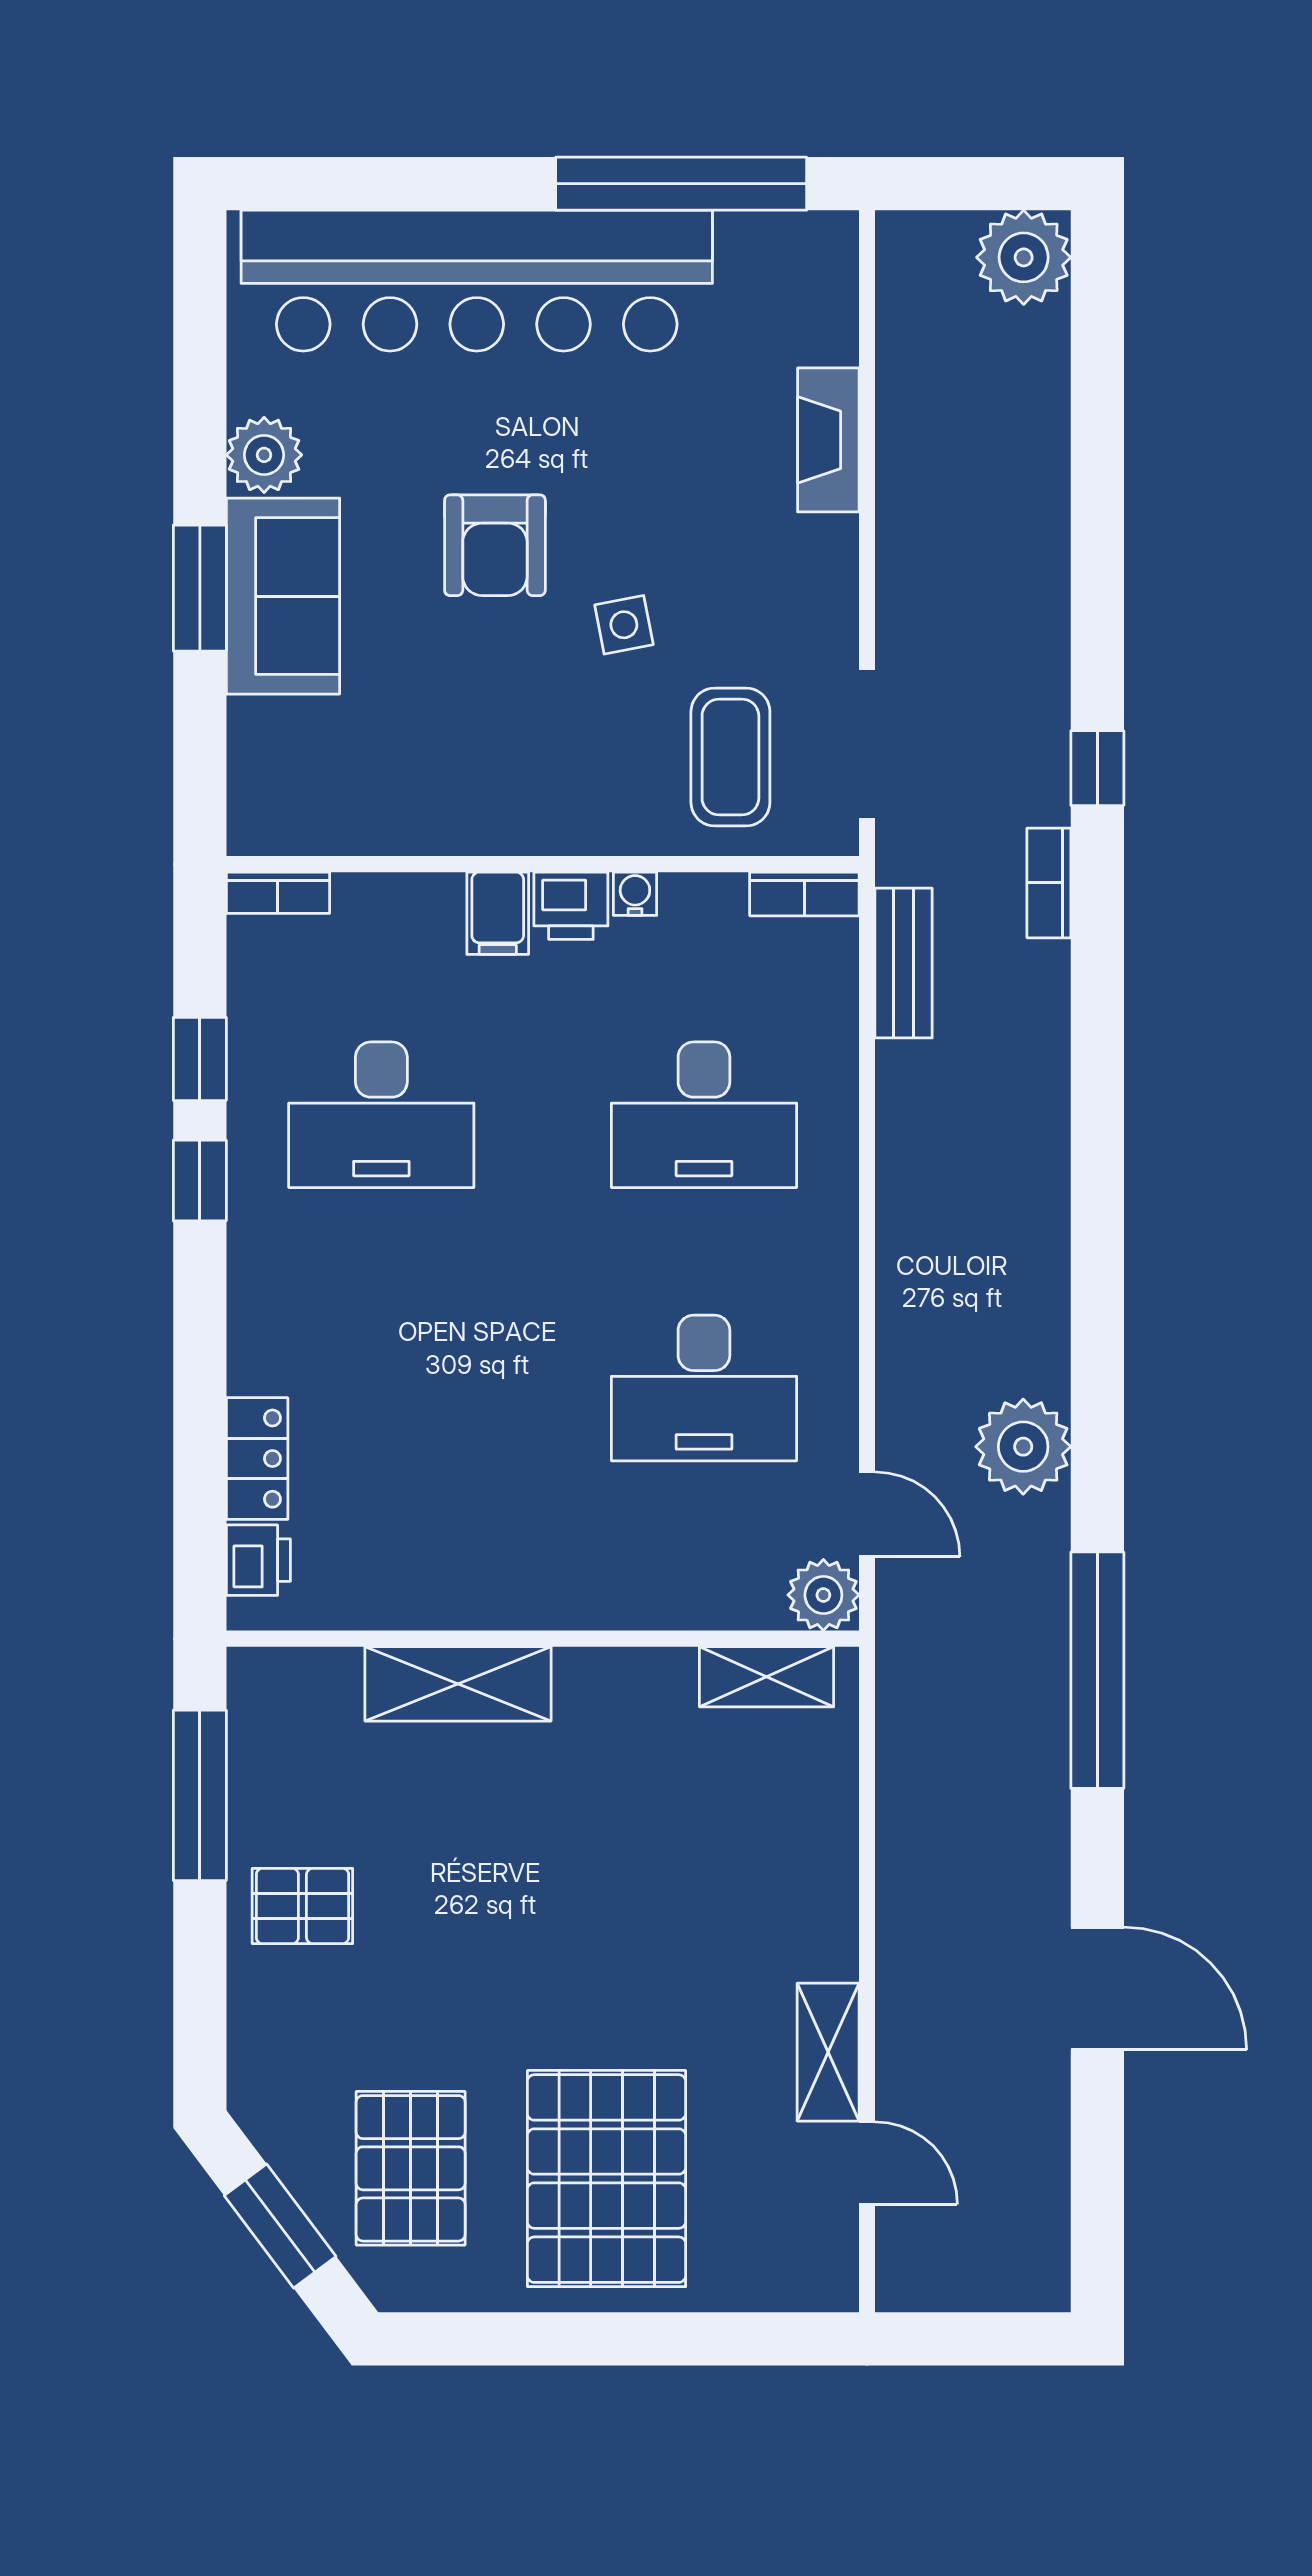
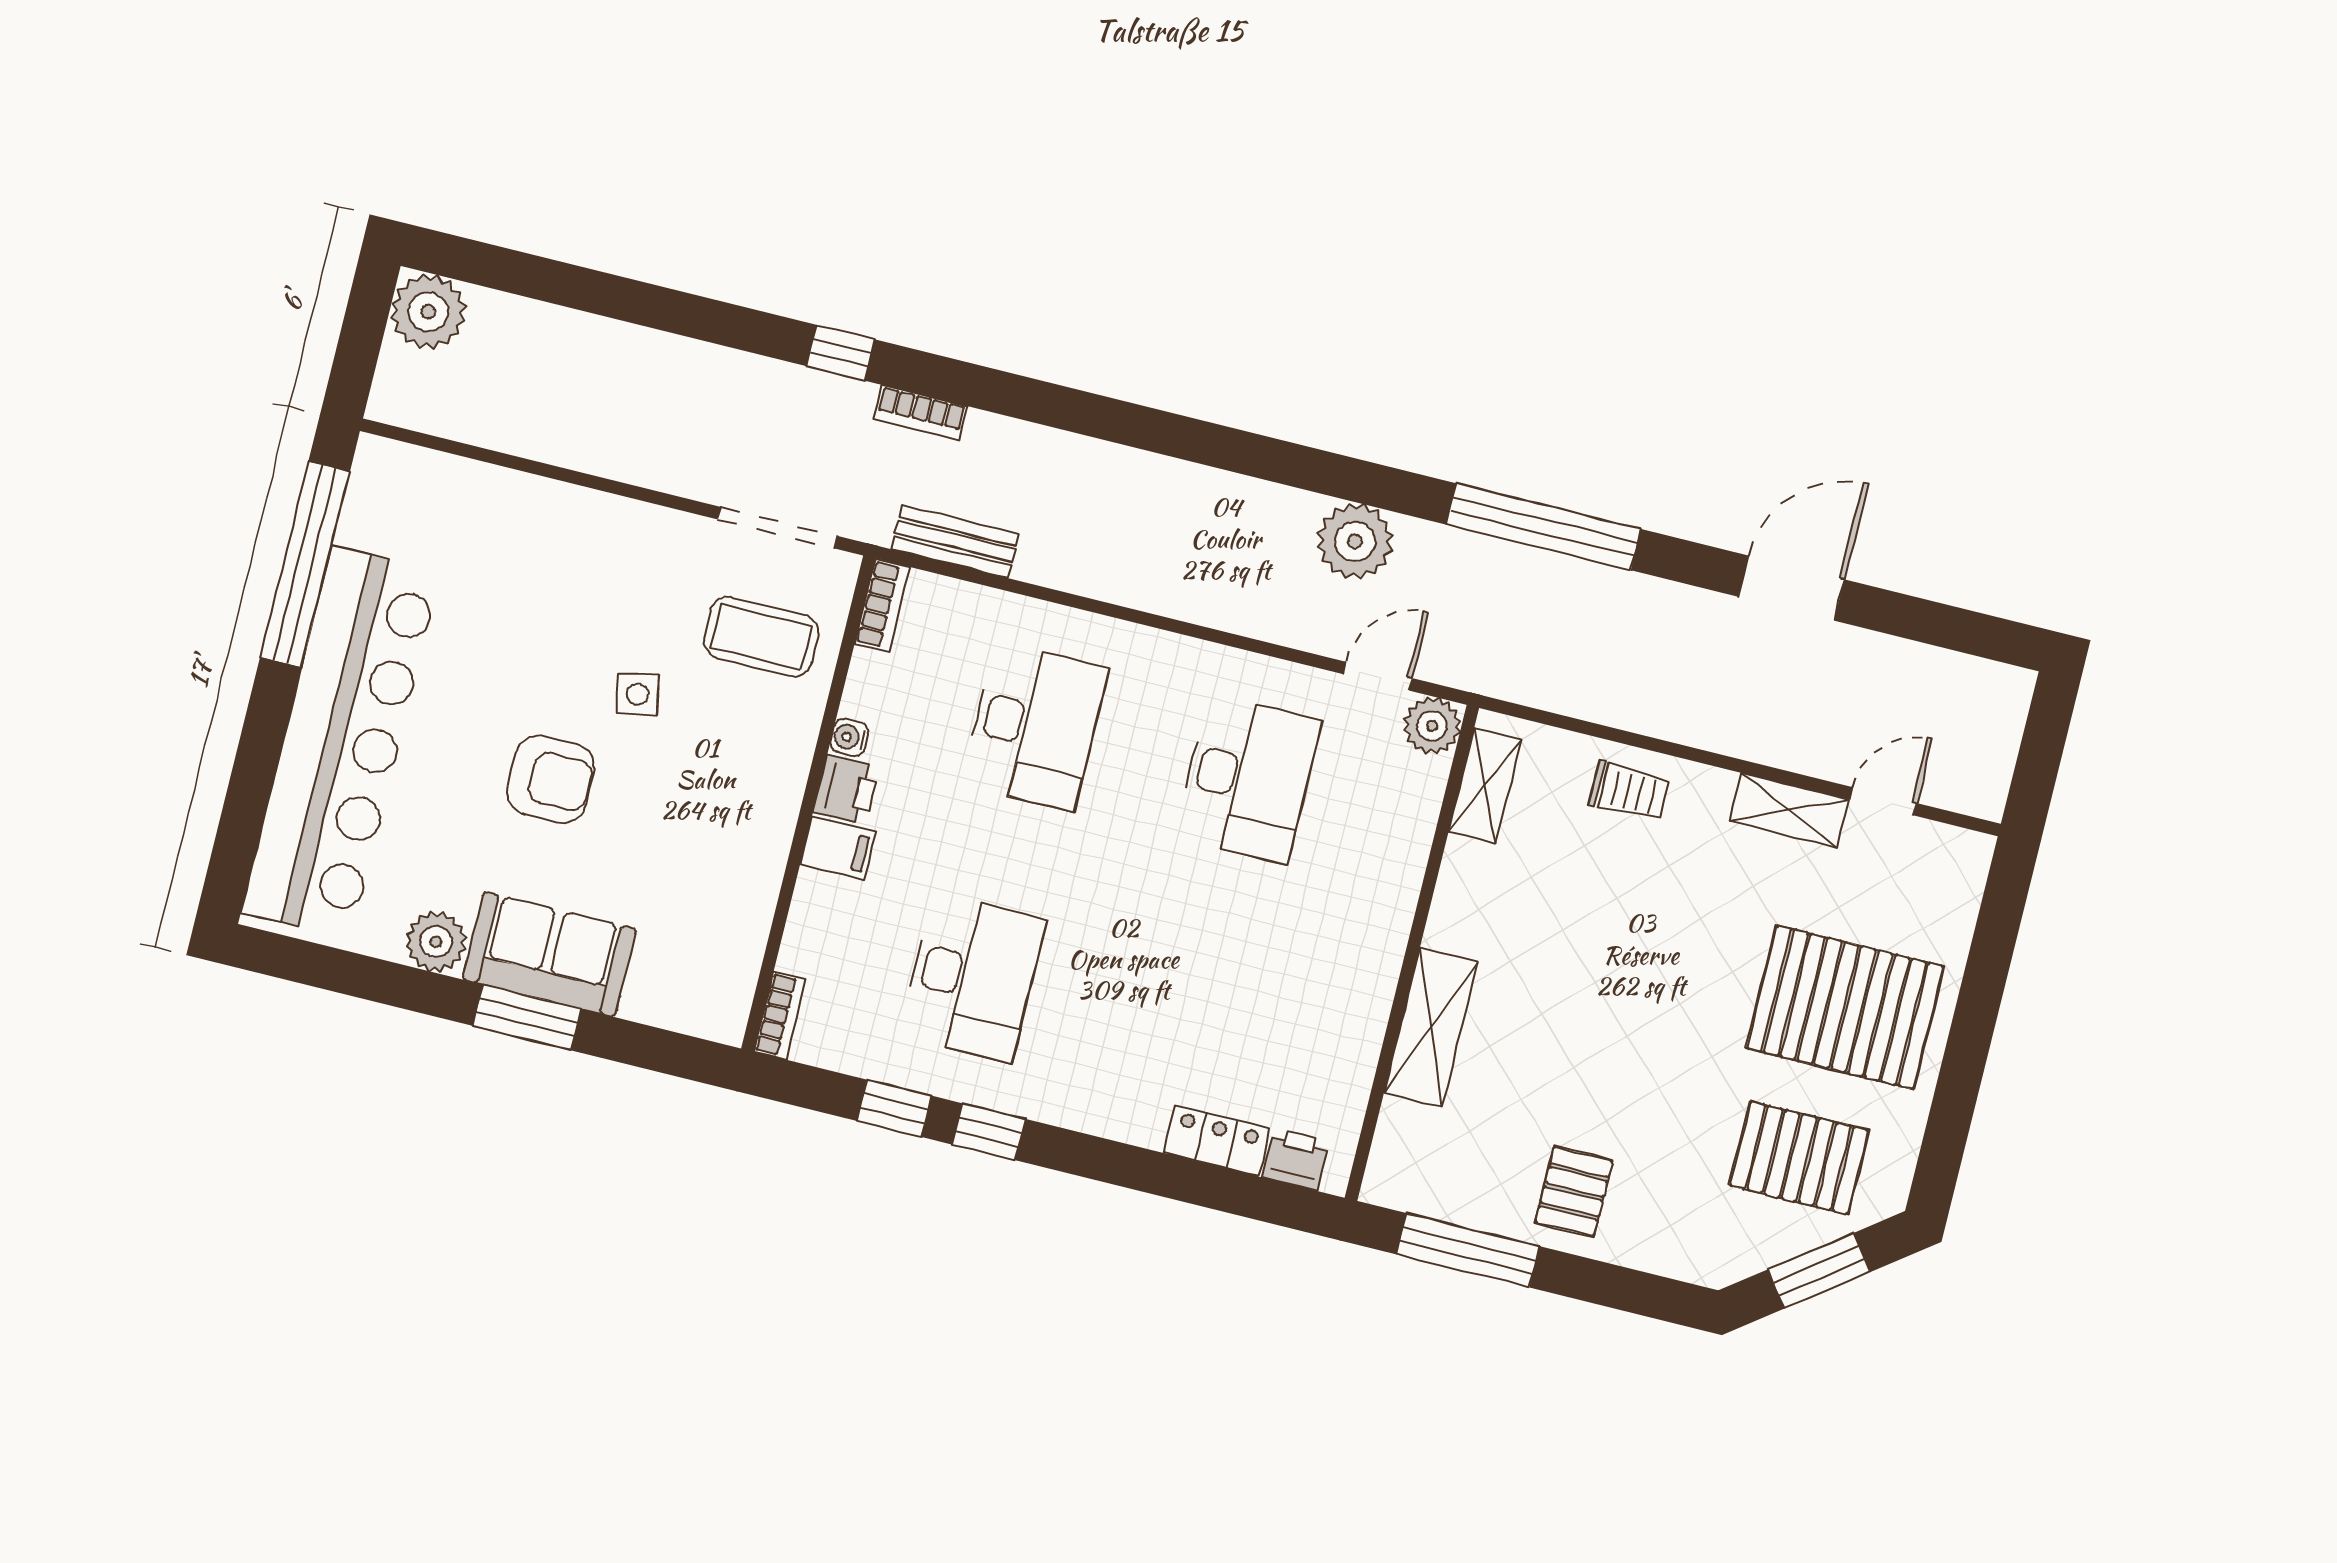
fireplace: (828, 440) -> (533, 499), removed
trolley: (803, 1853) -> (1629, 791), added

